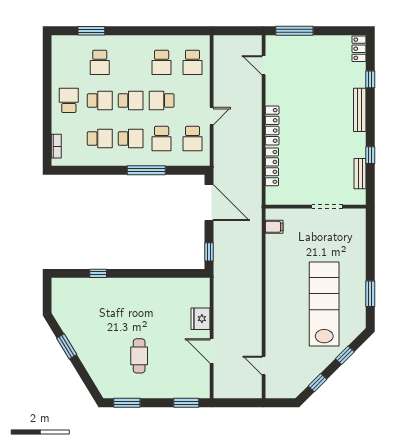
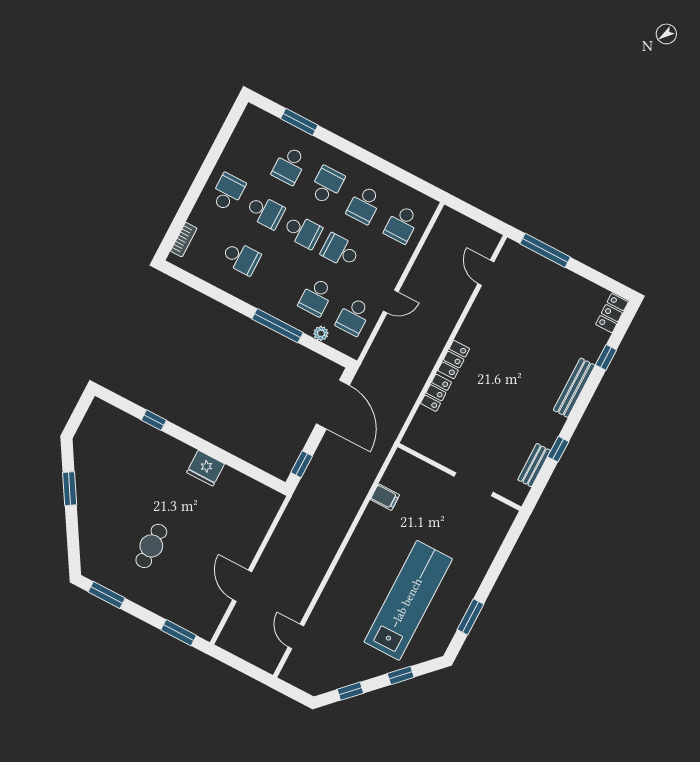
locker: (272, 125) -> (454, 360), width x0.66
school desk: (131, 139) -> (327, 185), moved, turned -90
plant: (177, 161) -> (321, 333), added
locker: (272, 167) -> (436, 393), width x0.66
filing cabinet: (274, 227) -> (385, 497), moved
fridge: (200, 319) -> (206, 468), moved, turned -90

